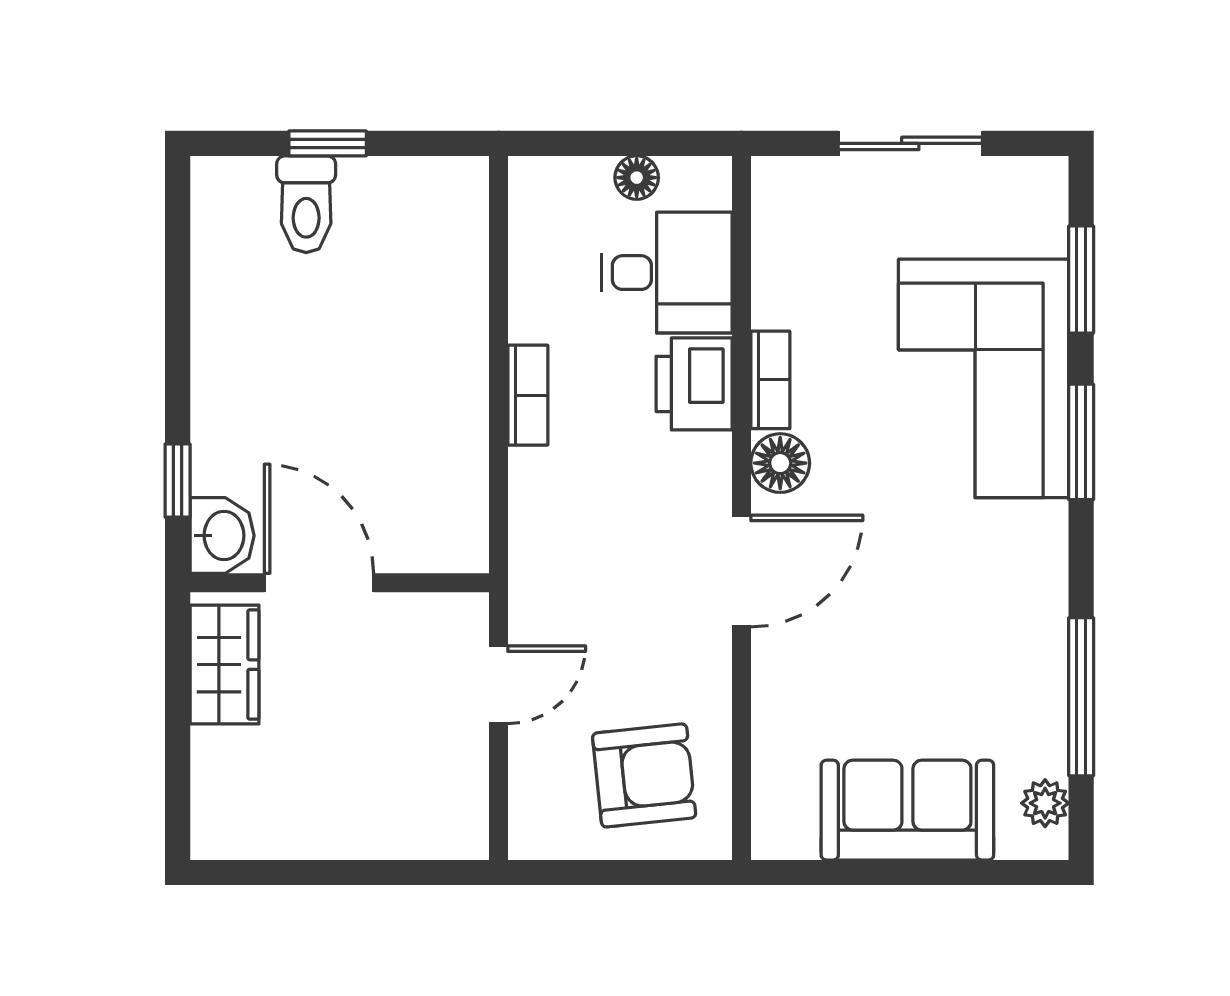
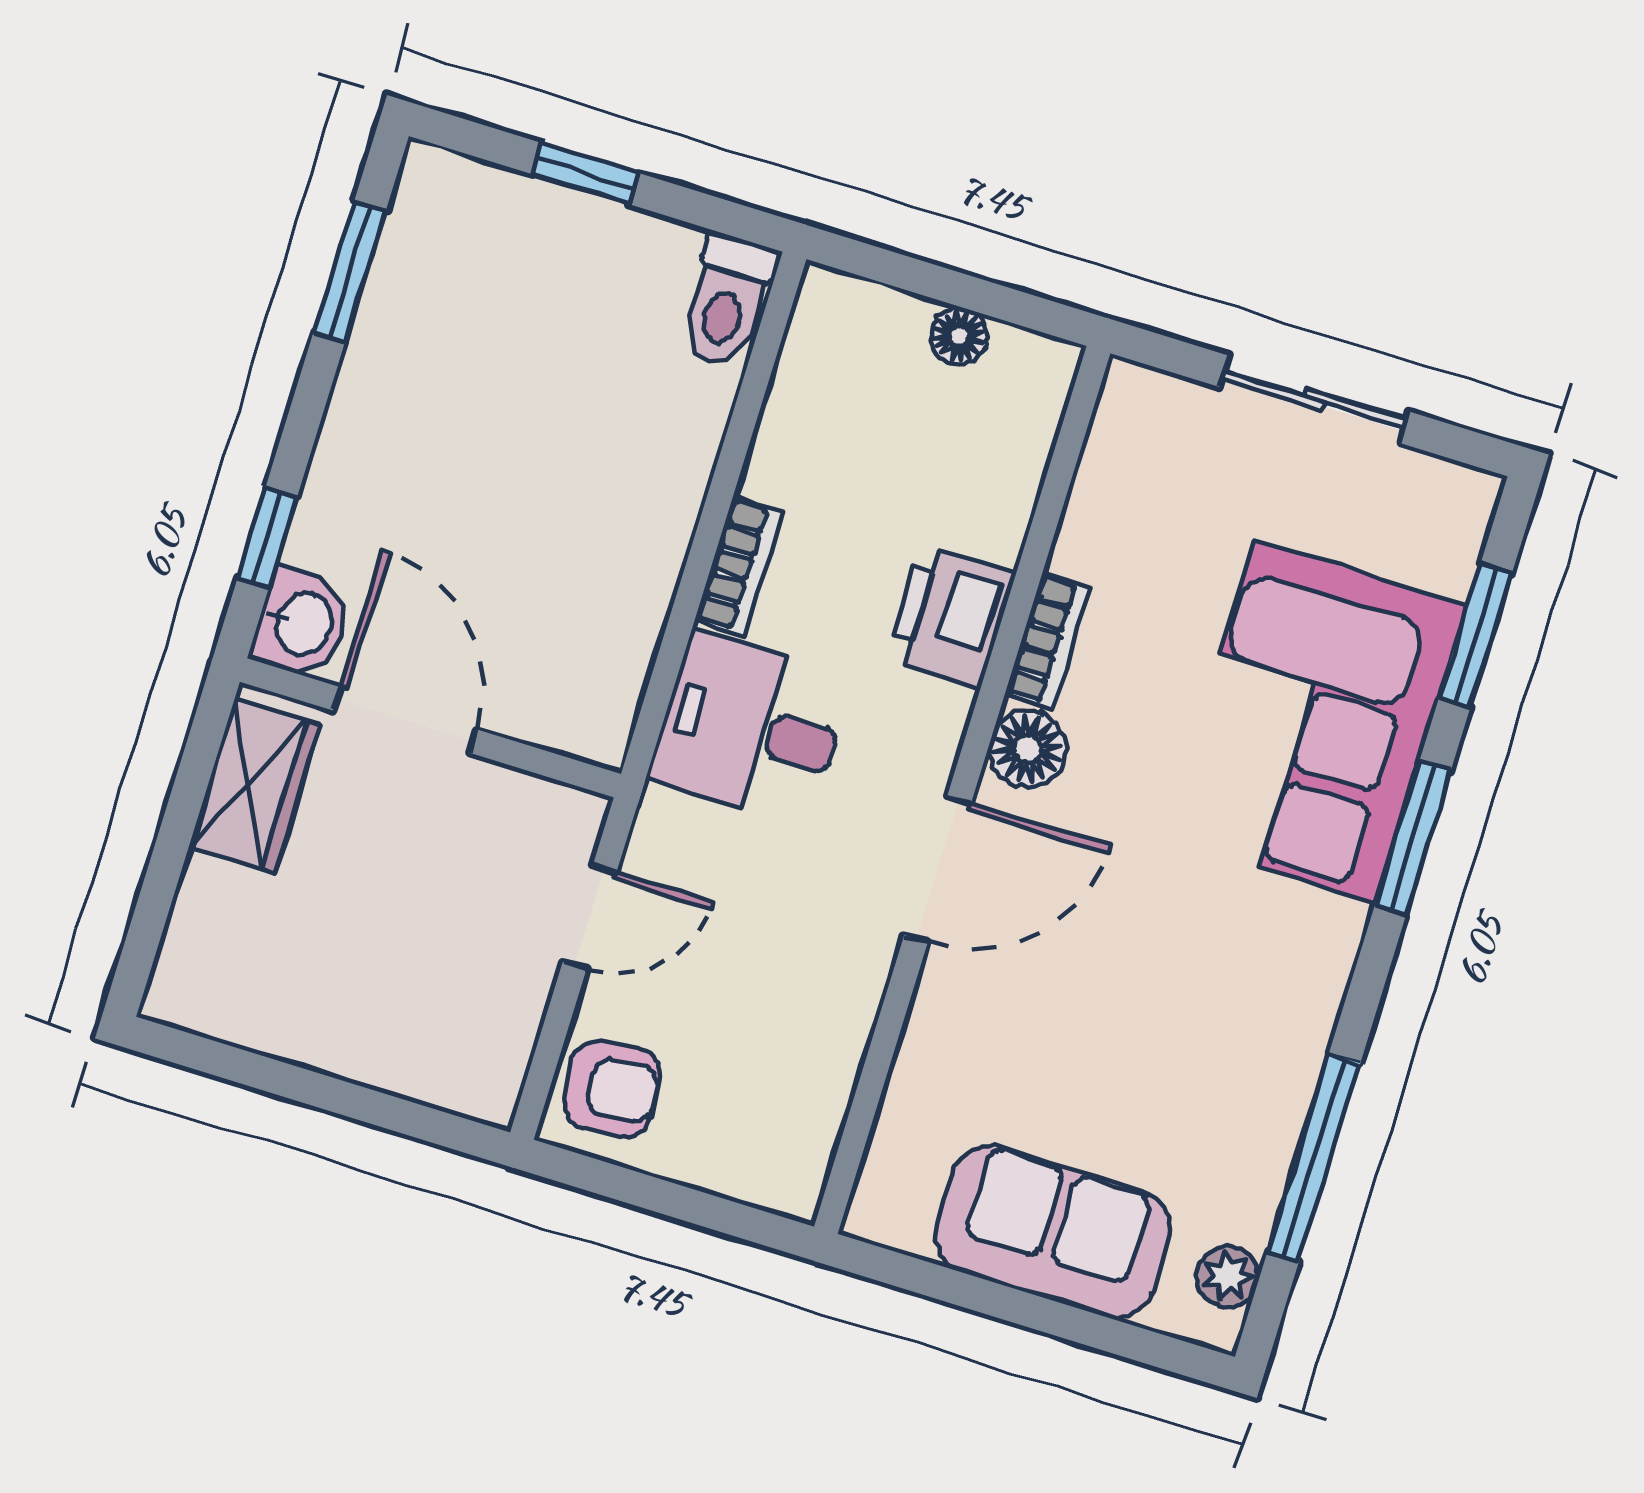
toilet: (306, 204) -> (727, 301), moved
window: (178, 268) -> (350, 272), added
desk: (667, 273) -> (750, 728), moved, turned 180
armchair: (644, 775) -> (612, 1089), moved, width x0.72, depth x0.72

